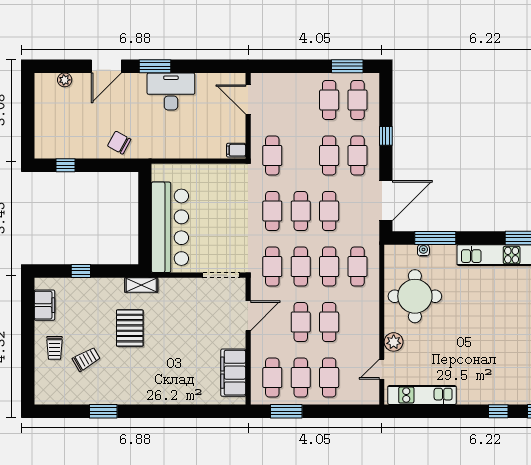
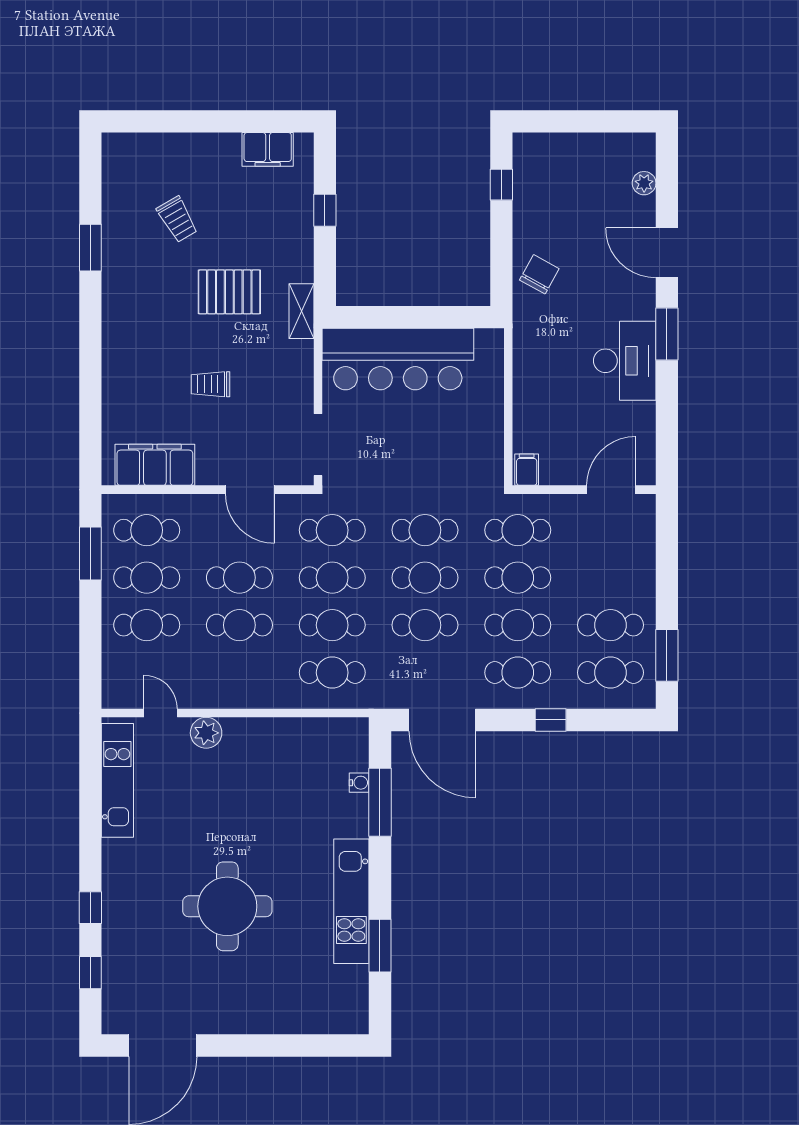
cafe table: (301, 155) -> (518, 578), added
round table: (415, 296) -> (227, 906), moved
trolley: (55, 348) -> (211, 384), moved

